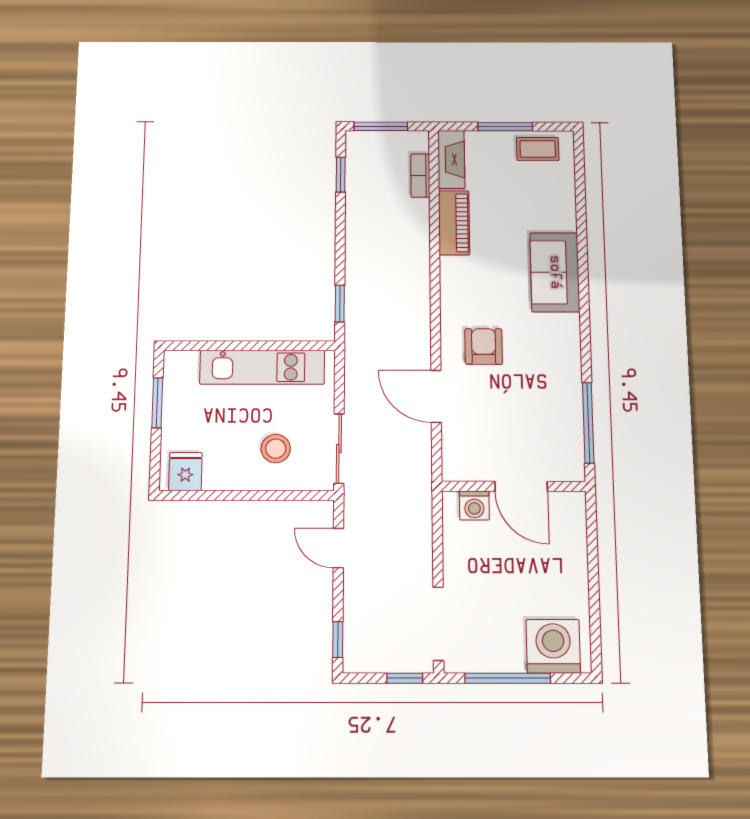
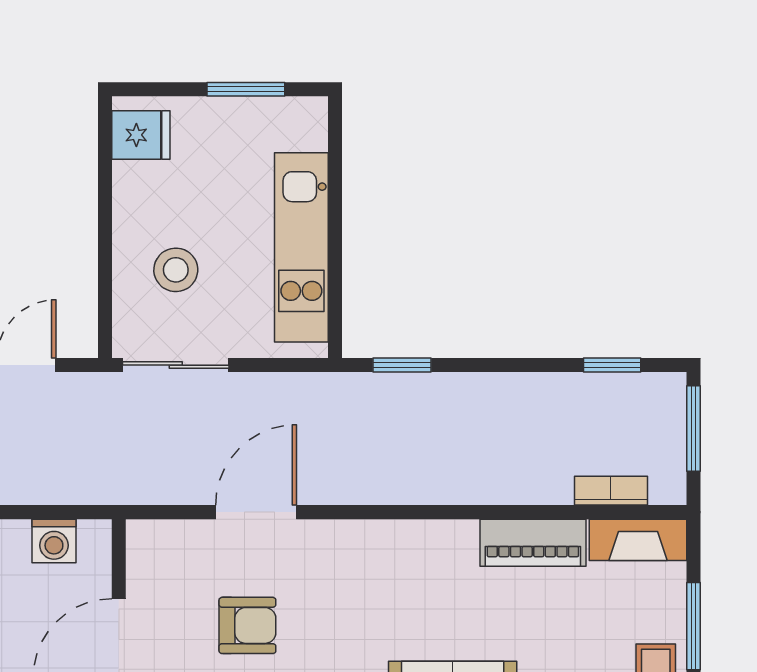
armchair: (484, 347) -> (247, 625), moved
washing machine: (474, 505) -> (54, 541), moved, turned -90

